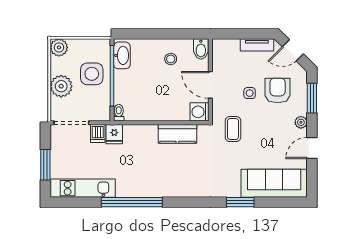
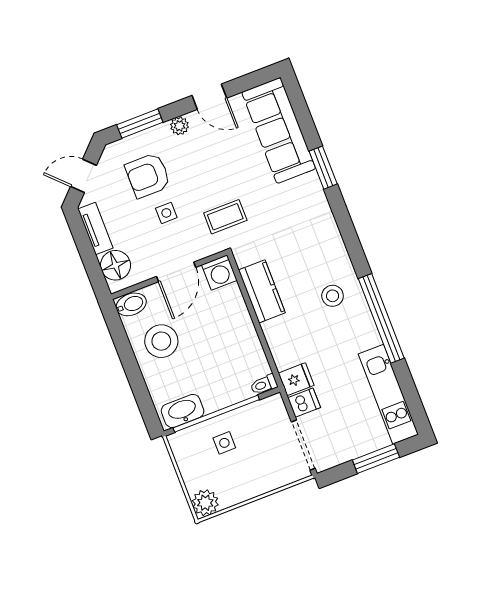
floor lamp: (229, 49) -> (115, 265), added
door: (293, 50) -> (84, 176), swing flipped
stool: (171, 59) -> (161, 341), width x1.89, depth x1.89
side table: (92, 74) -> (224, 443), width x0.54, depth x0.54
plant: (61, 86) -> (258, 479), removed
stool: (158, 177) -> (333, 296), added

